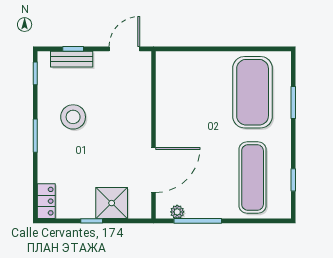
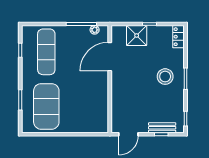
stool: (73, 117) -> (165, 77), moved

